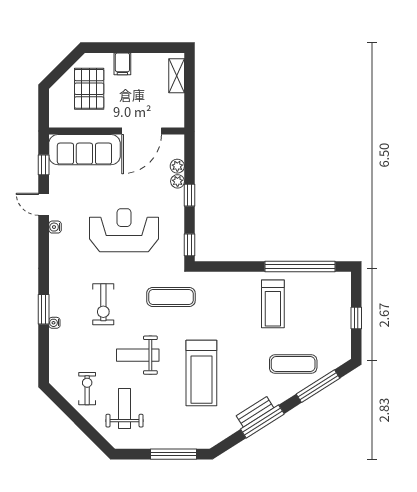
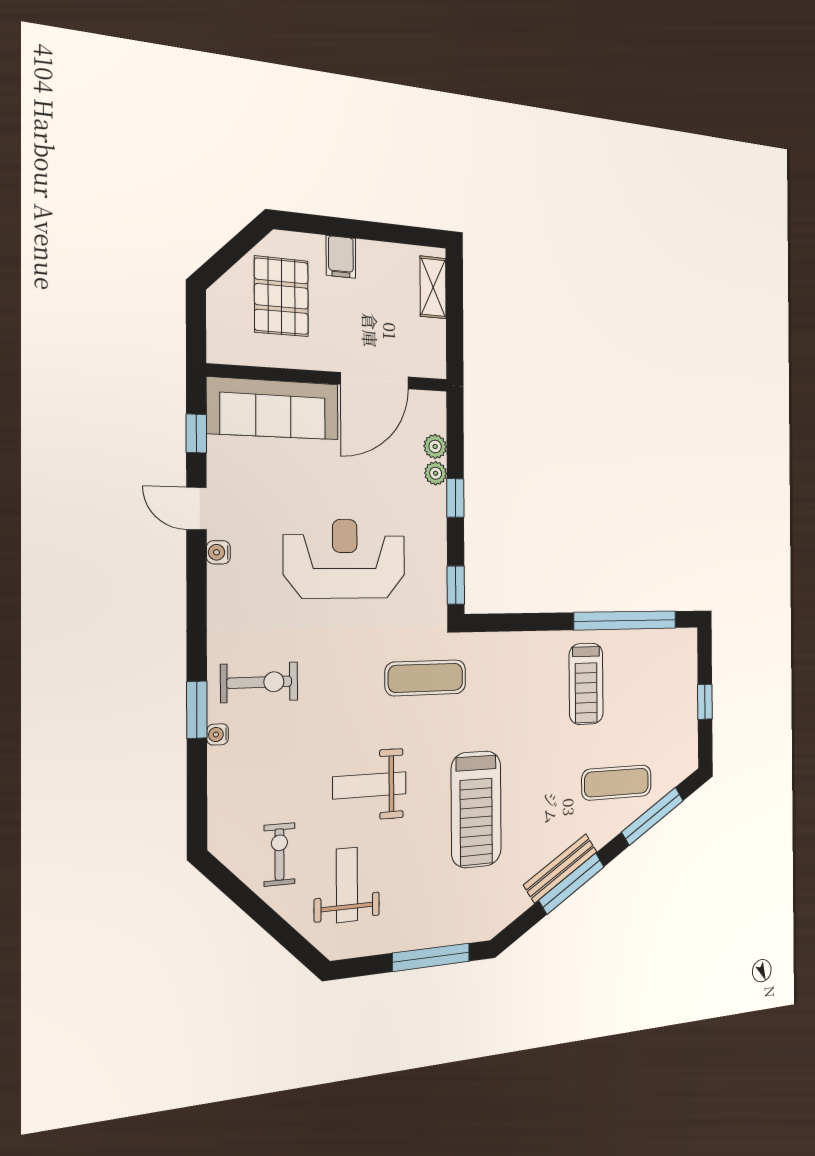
exercise bike: (103, 304) -> (259, 682), moved, turned -90
bench: (255, 412) -> (560, 868), width x1.36

